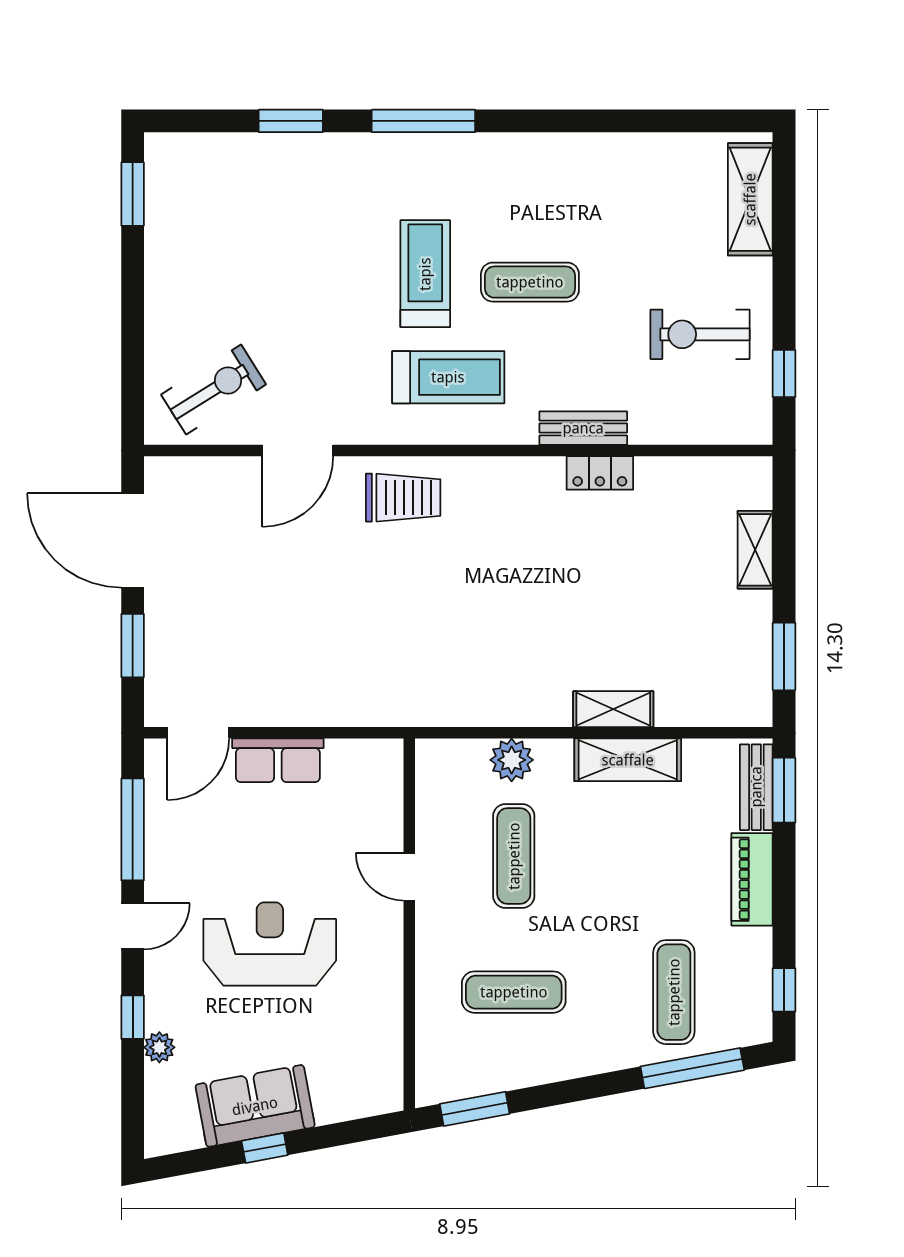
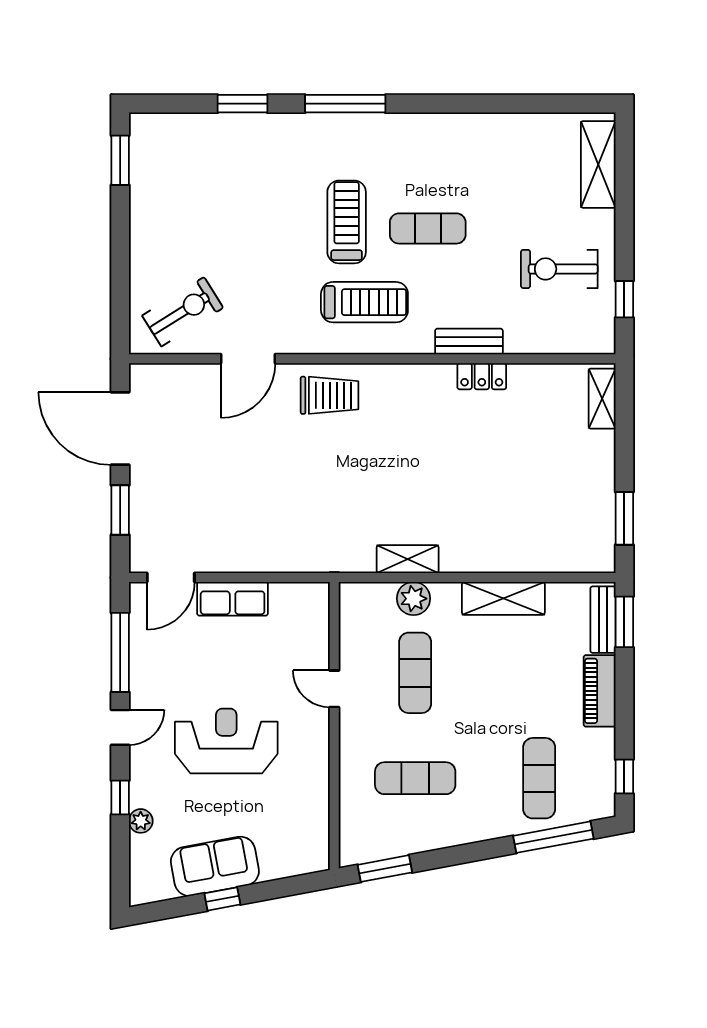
shelving: (755, 550) -> (602, 399), moved
shelving: (613, 709) -> (408, 559), moved

